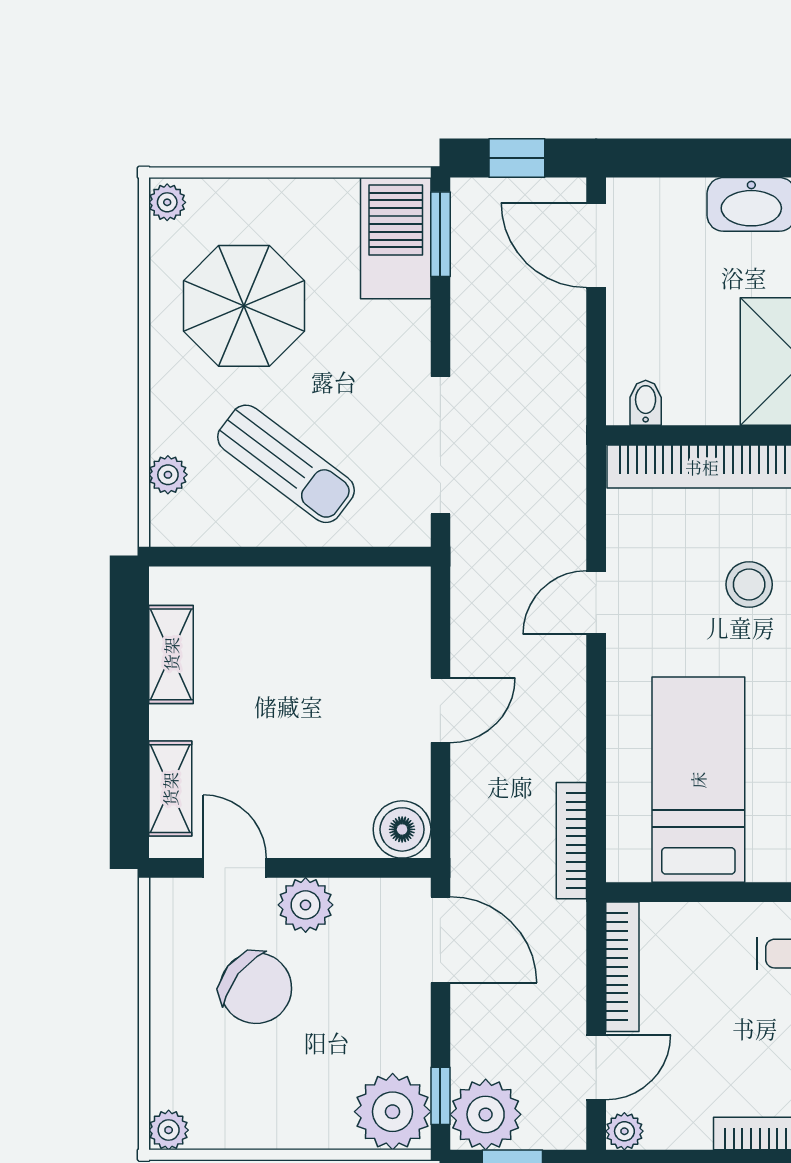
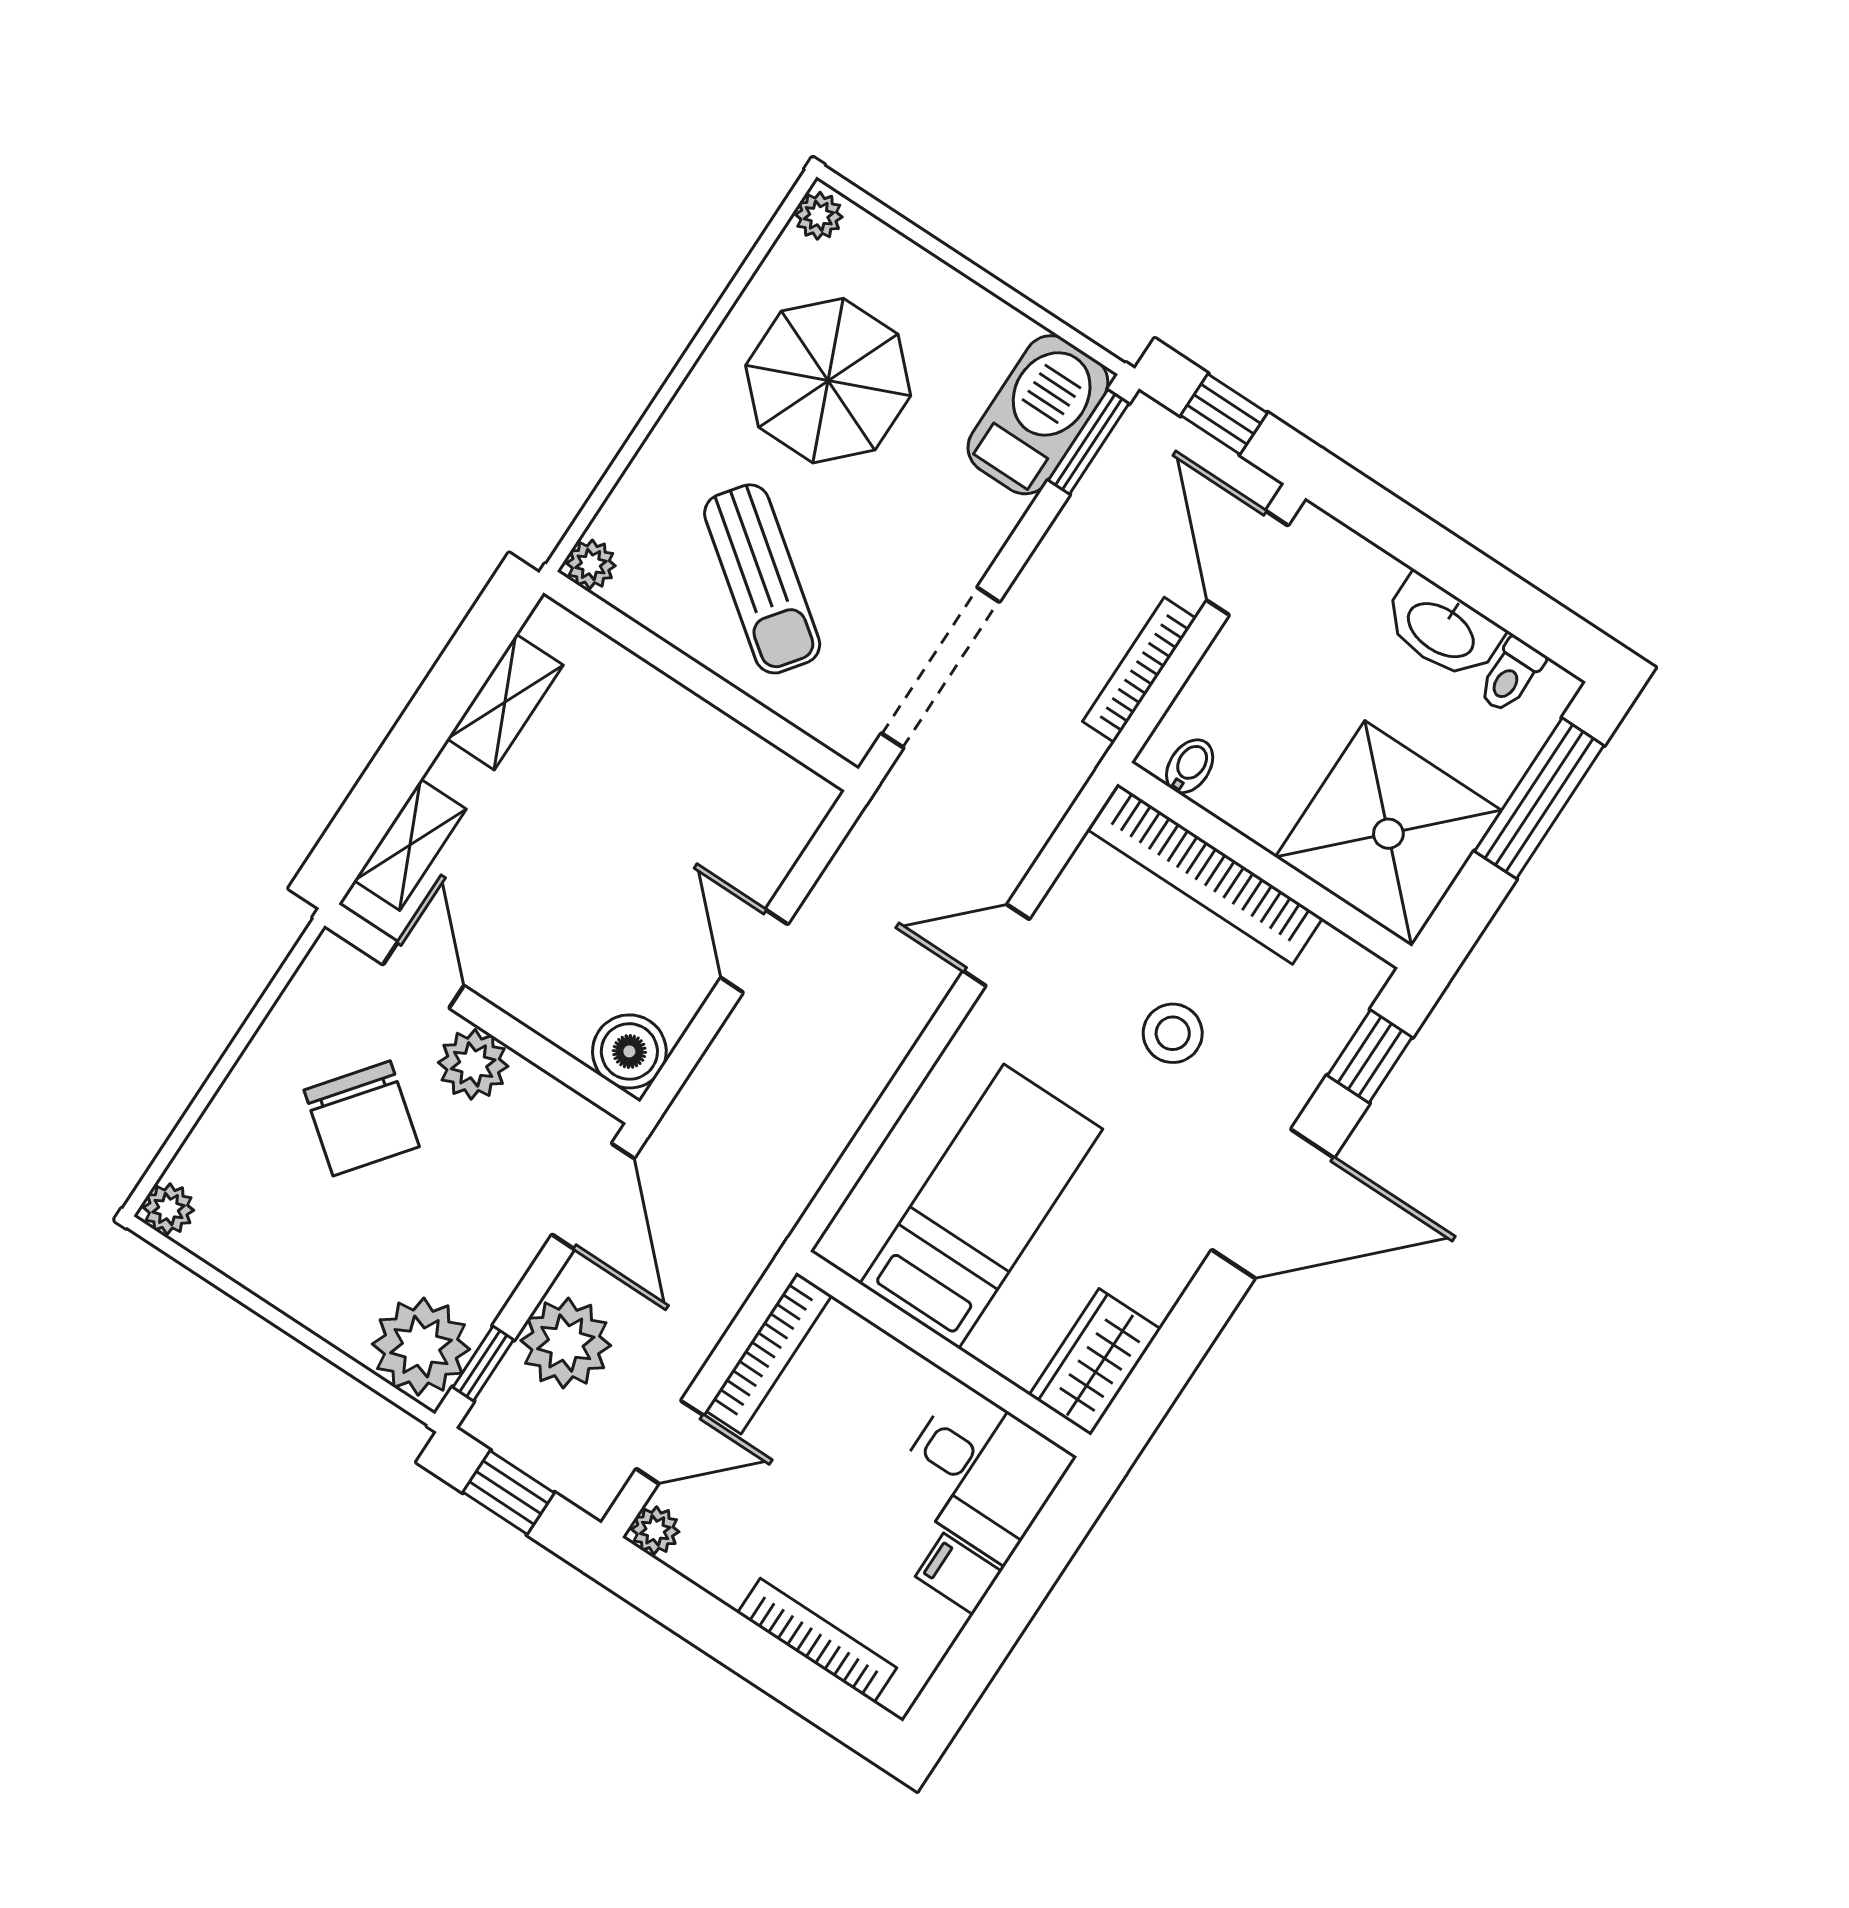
plant: (168, 475) -> (591, 564), moved
door: (440, 710) -> (754, 951), swing flipped
bookcase: (571, 841) -> (1139, 670), moved
plant: (486, 1114) -> (566, 1343), moved

